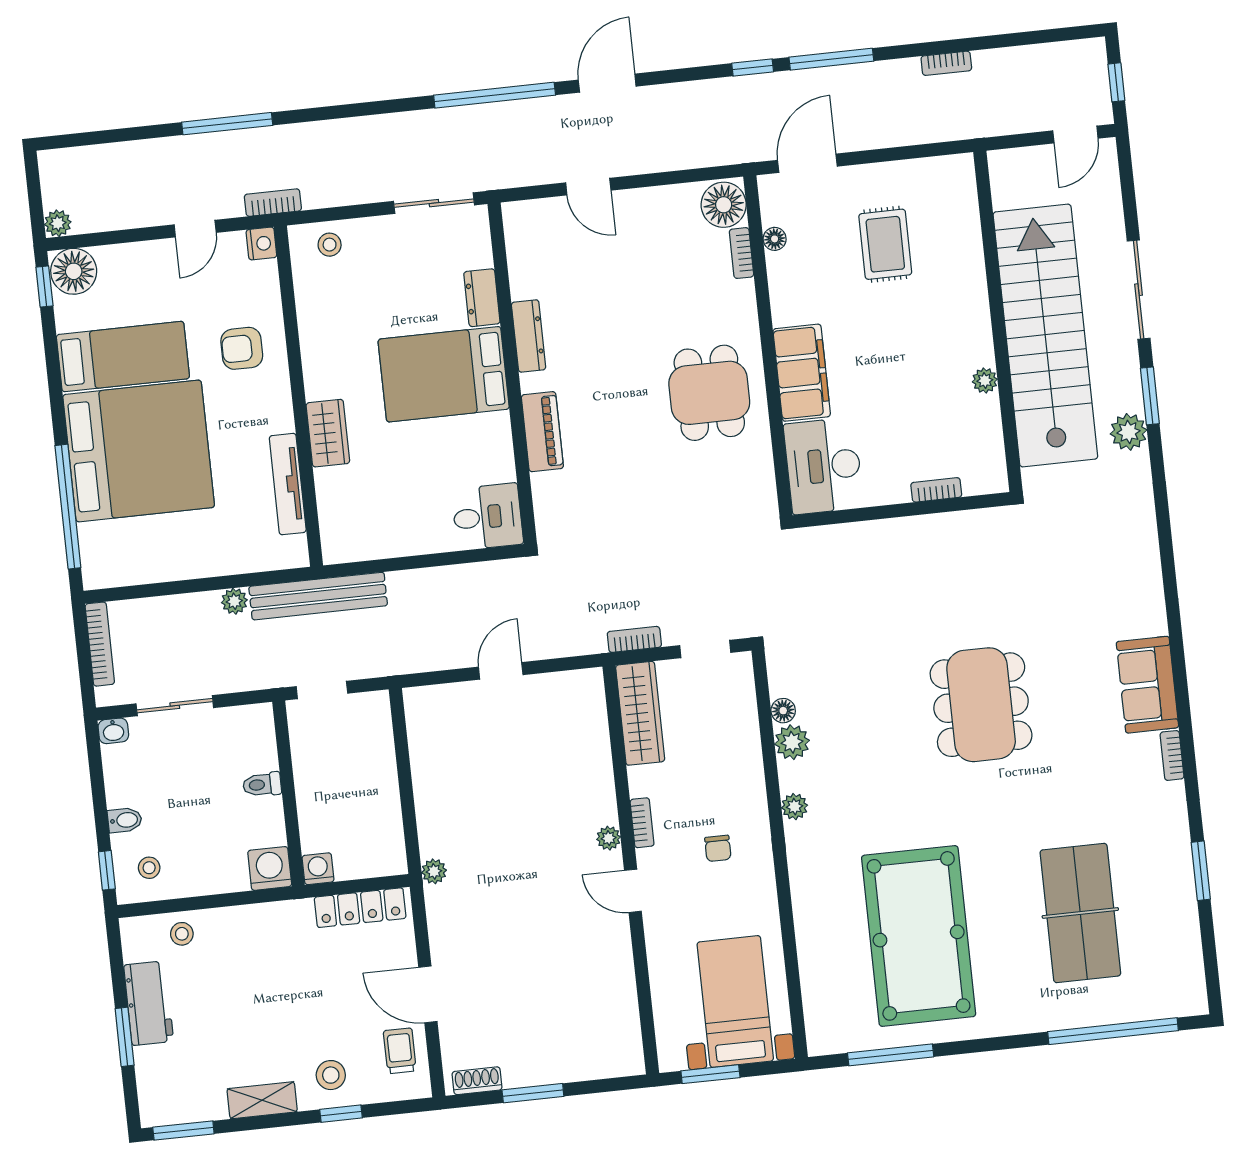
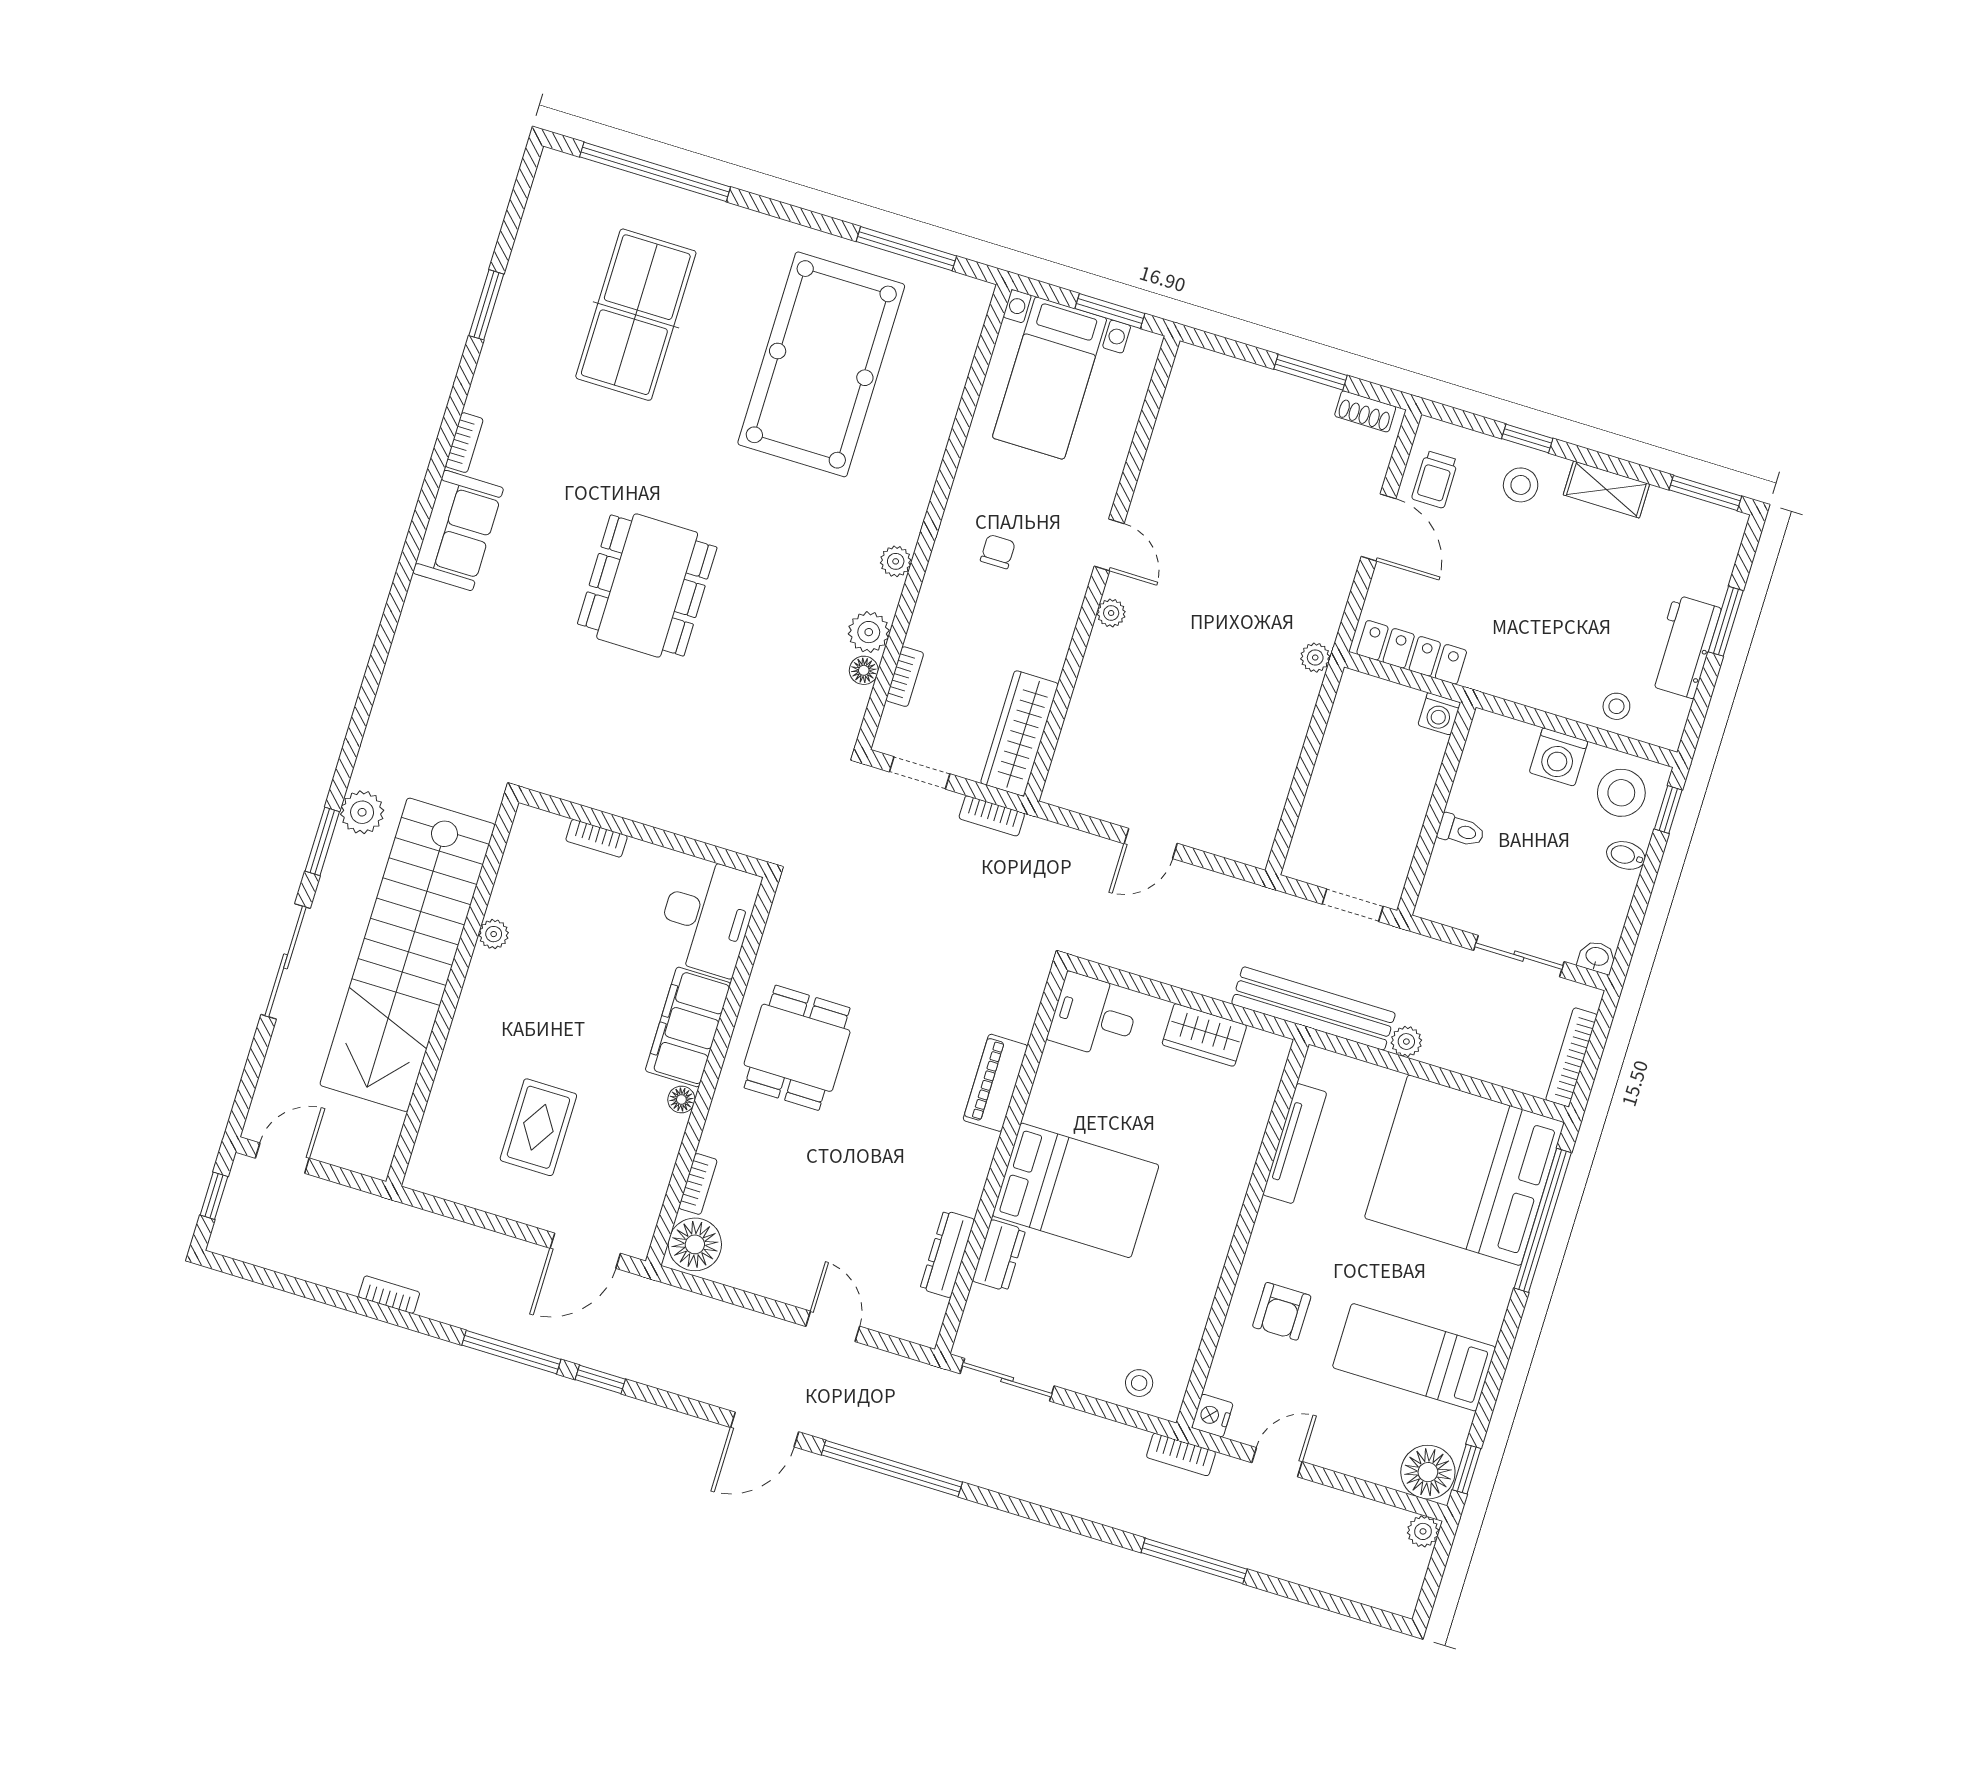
floor lamp: (775, 239) -> (681, 1099), moved
dresser: (529, 336) -> (947, 1254), moved
armchair: (242, 348) -> (1282, 1311), turned 90
wardrobe: (328, 433) -> (1204, 1035), moved, turned -90
bed: (139, 451) -> (1464, 1170), moved
bookcase: (642, 823) -> (905, 677), moved, turned 180
stool: (149, 868) -> (1621, 793), width x1.89, depth x1.89
washing machine: (270, 868) -> (1559, 757), moved

